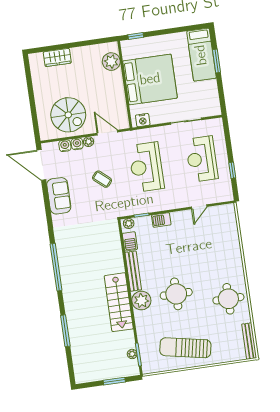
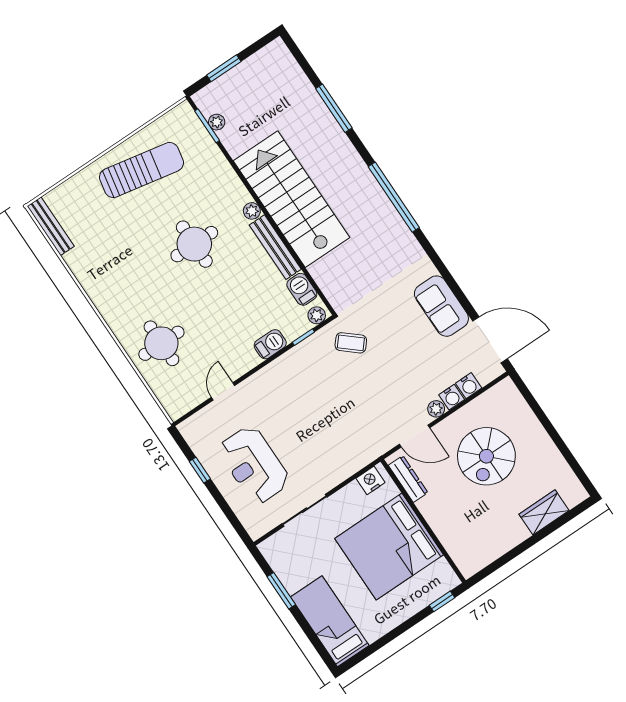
window: (216, 61) -> (281, 591), moved
plant: (111, 62) -> (460, 545), removed
dresser: (122, 111) -> (408, 479), added
spiral stairs: (68, 115) -> (486, 456), moved, turned -90
reception desk: (202, 159) -> (254, 465), turned 180
reception desk: (146, 167) -> (331, 413), removed
coffee table: (102, 179) -> (351, 343), moved
round table: (228, 299) -> (161, 343), moved
plant: (141, 300) -> (252, 211), width x0.53, depth x0.53
stairs: (119, 302) -> (292, 199), width x1.36, depth x1.51

